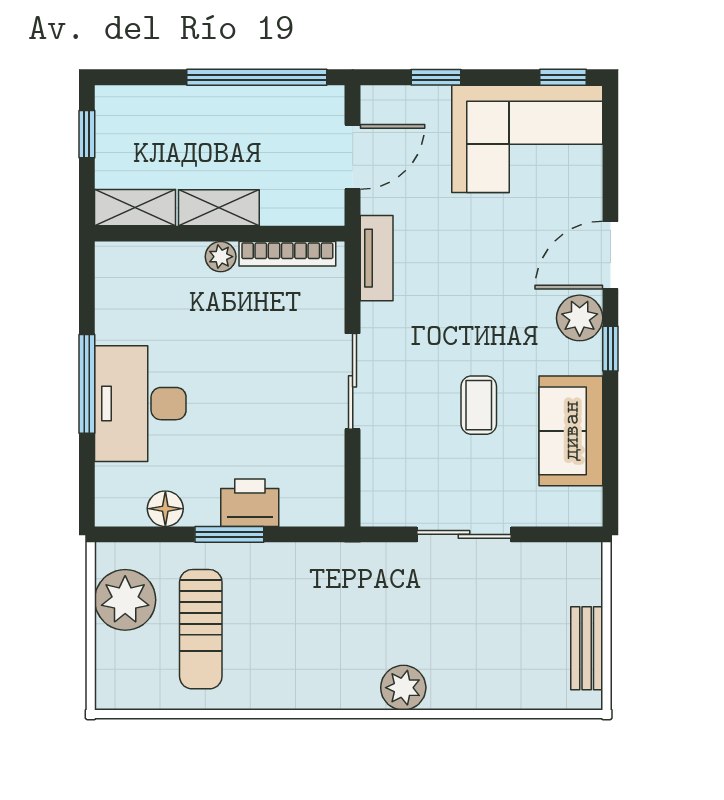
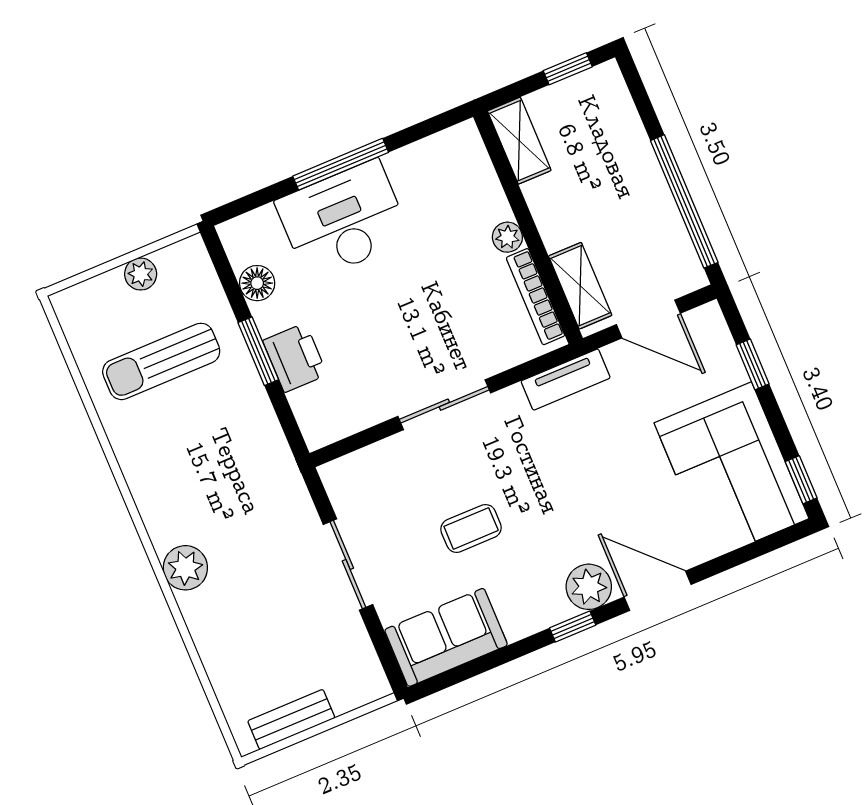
shelving: (219, 208) -> (580, 286), moved
sofa: (571, 431) -> (446, 637), moved
plant: (125, 600) -> (141, 274), width x0.53, depth x0.53

